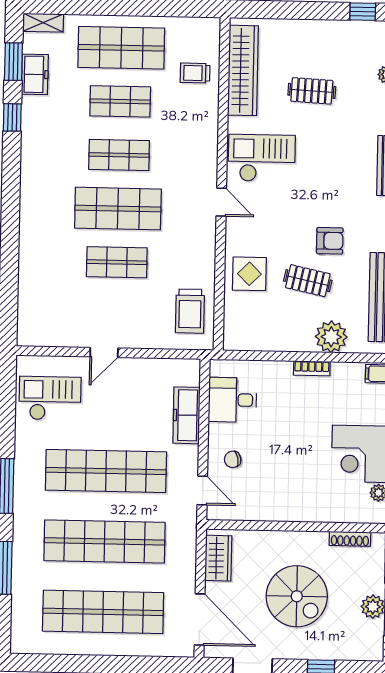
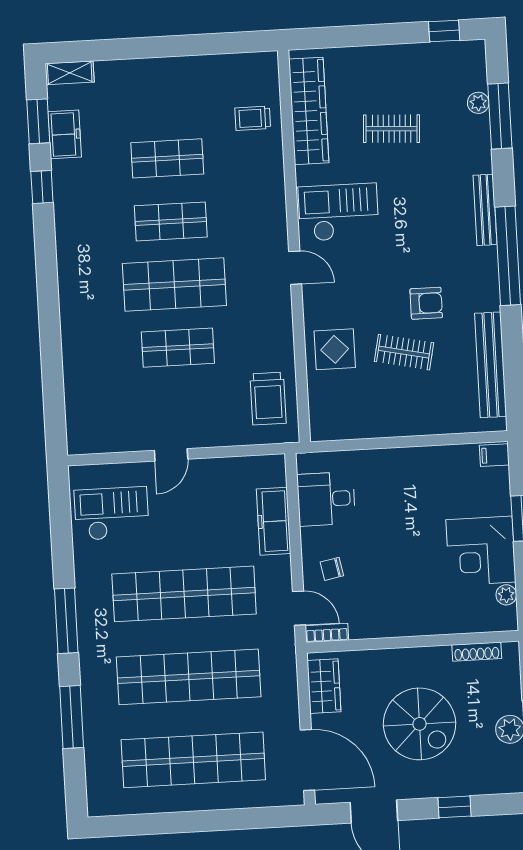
shop shelf: (121, 48) -> (164, 95), removed
plant: (331, 337) -> (437, 416), removed
bookcase: (312, 368) -> (327, 633), moved, turned 180

